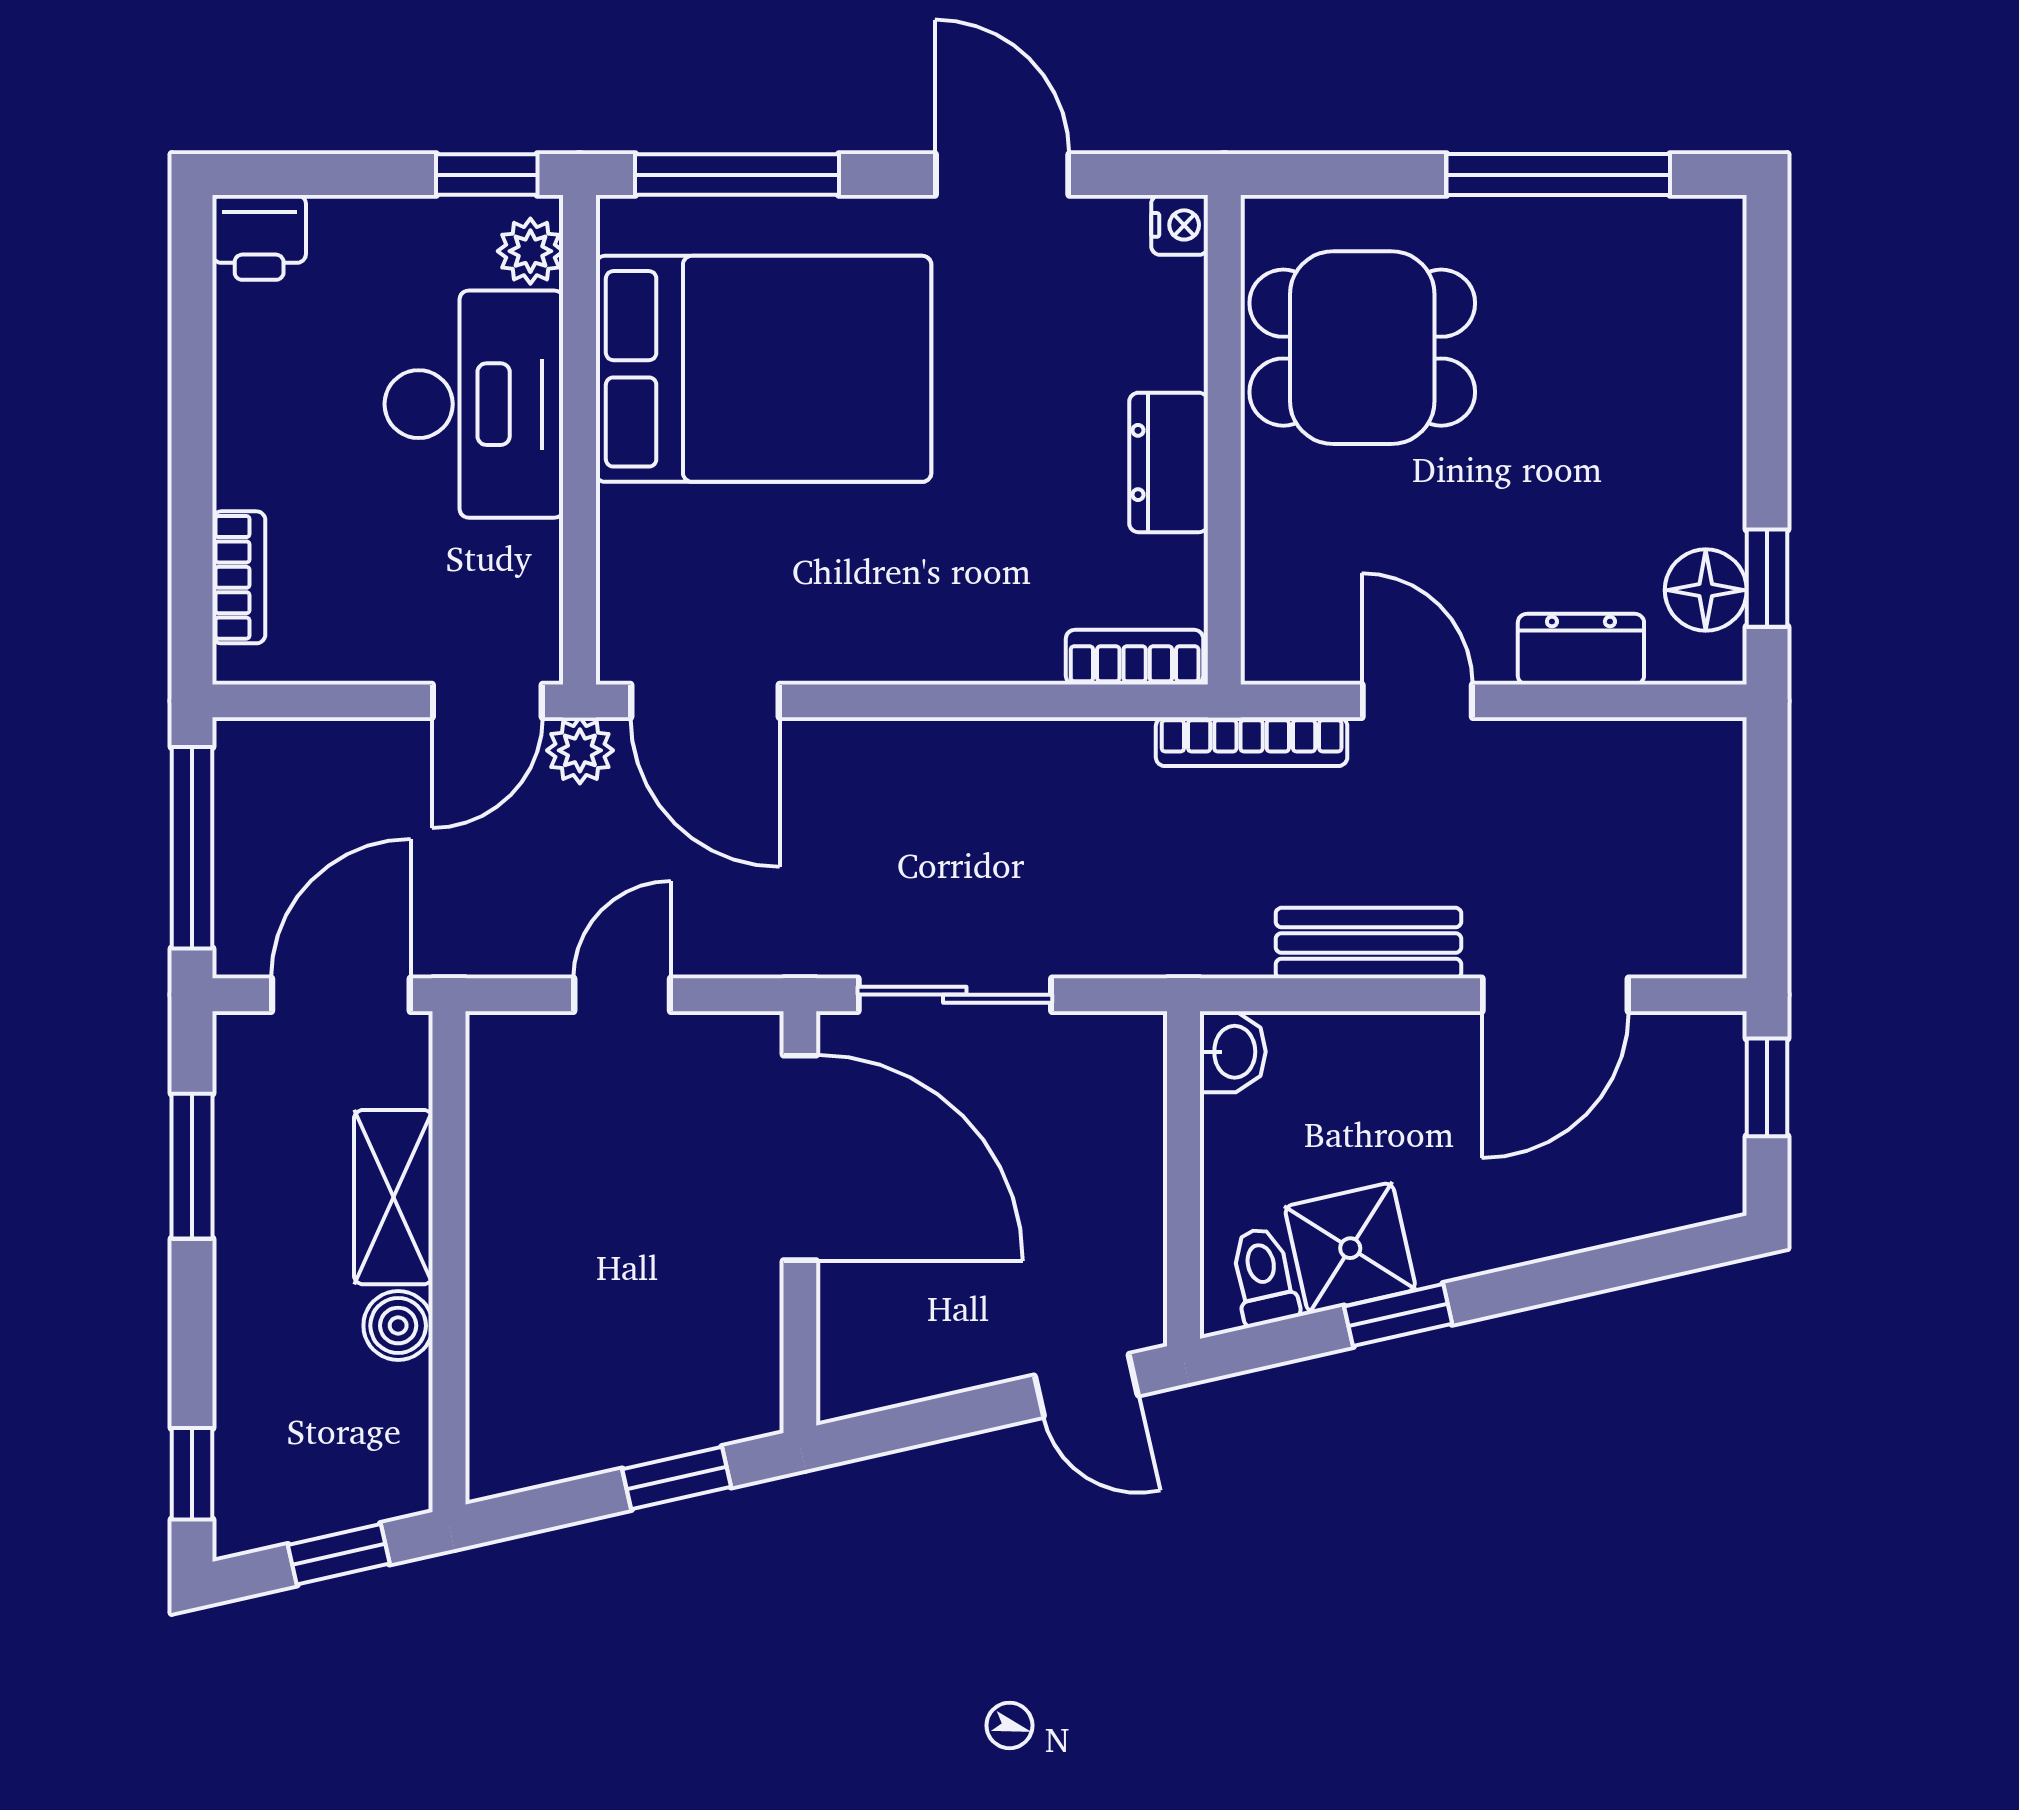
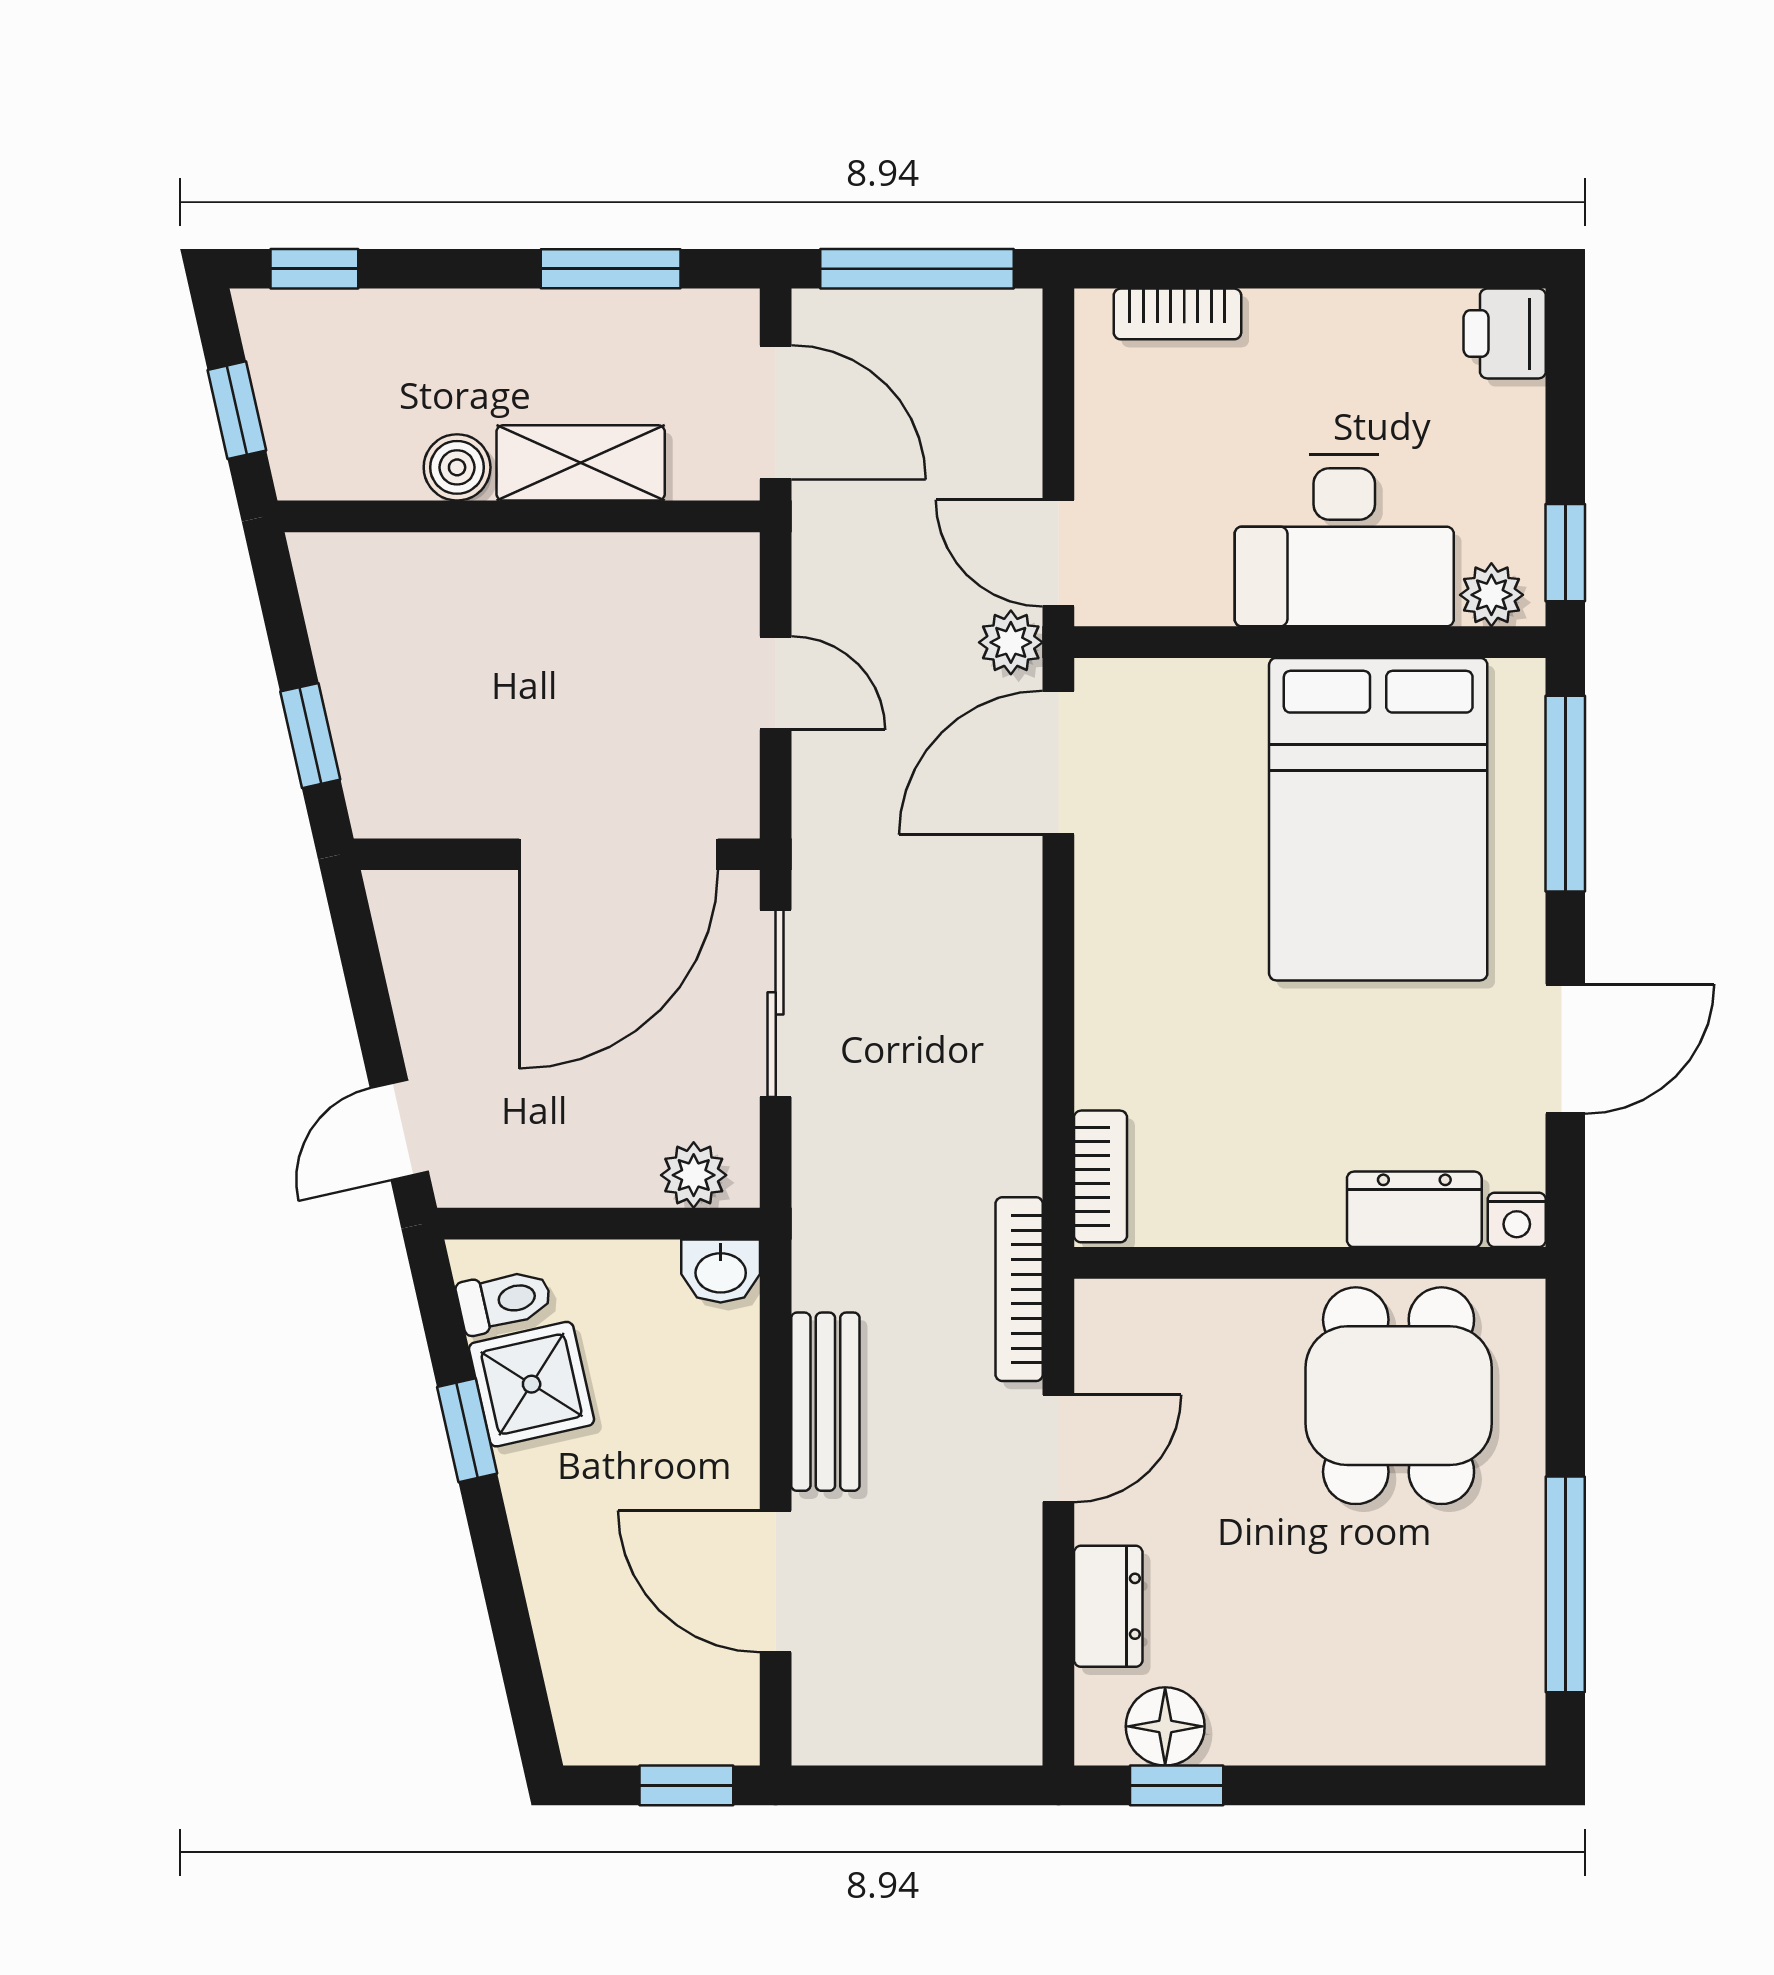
dresser: (1169, 462) -> (1414, 1209), moved
plant: (1133, 1080) -> (694, 1175), added

